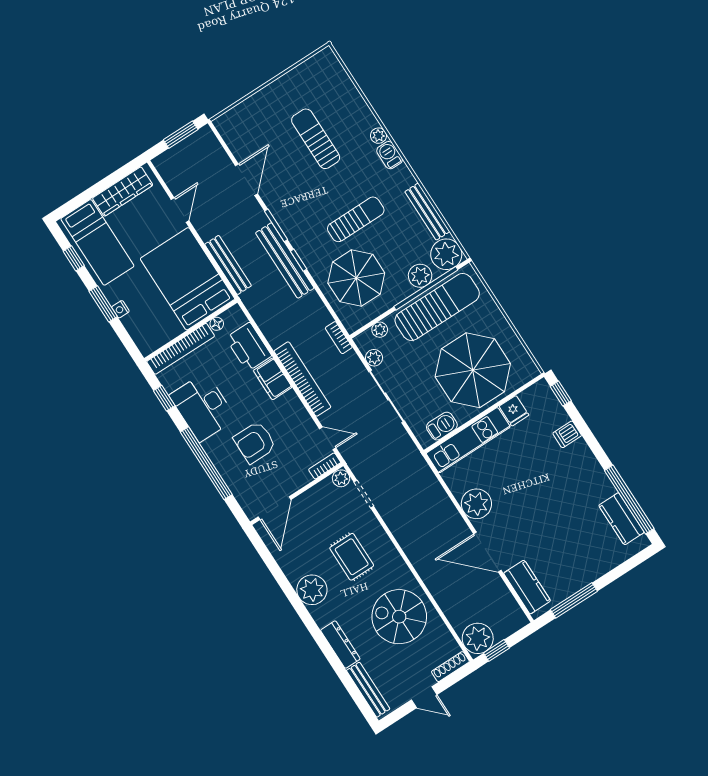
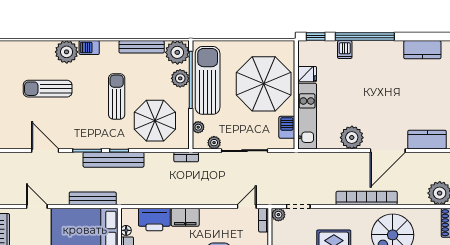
plant: (378, 136) -> (67, 52), width x1.88, depth x1.88
bookcase: (302, 379) -> (367, 198), moved
window: (629, 500) -> (365, 37), moved

